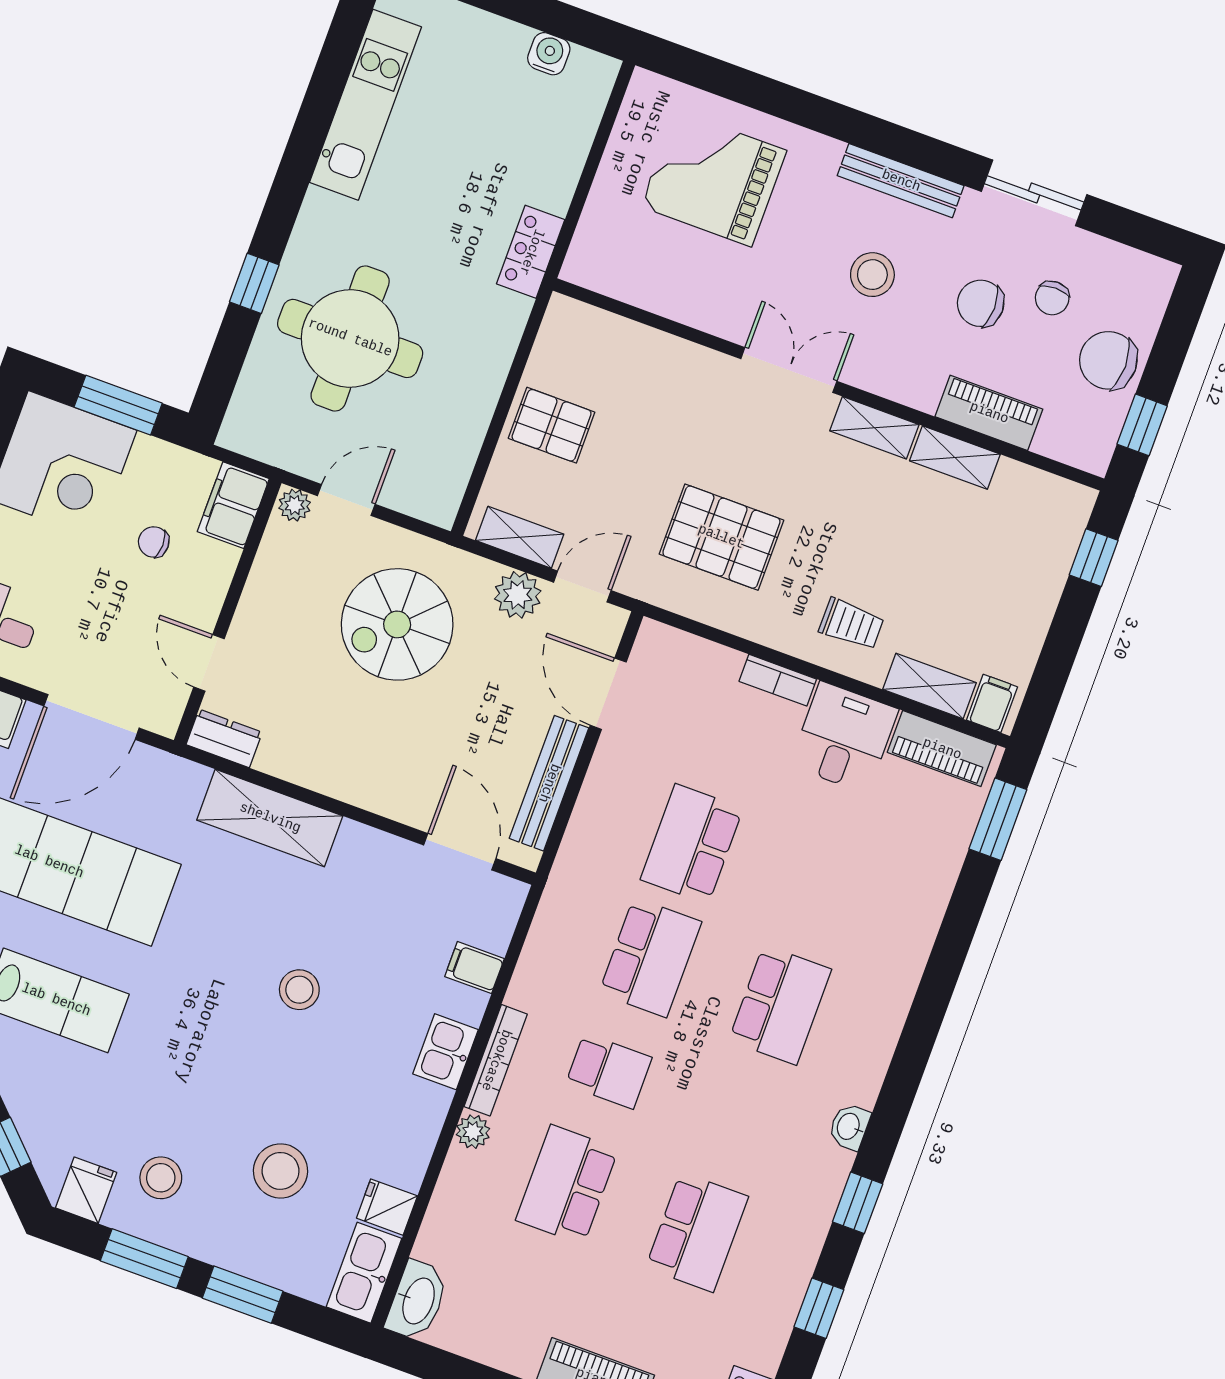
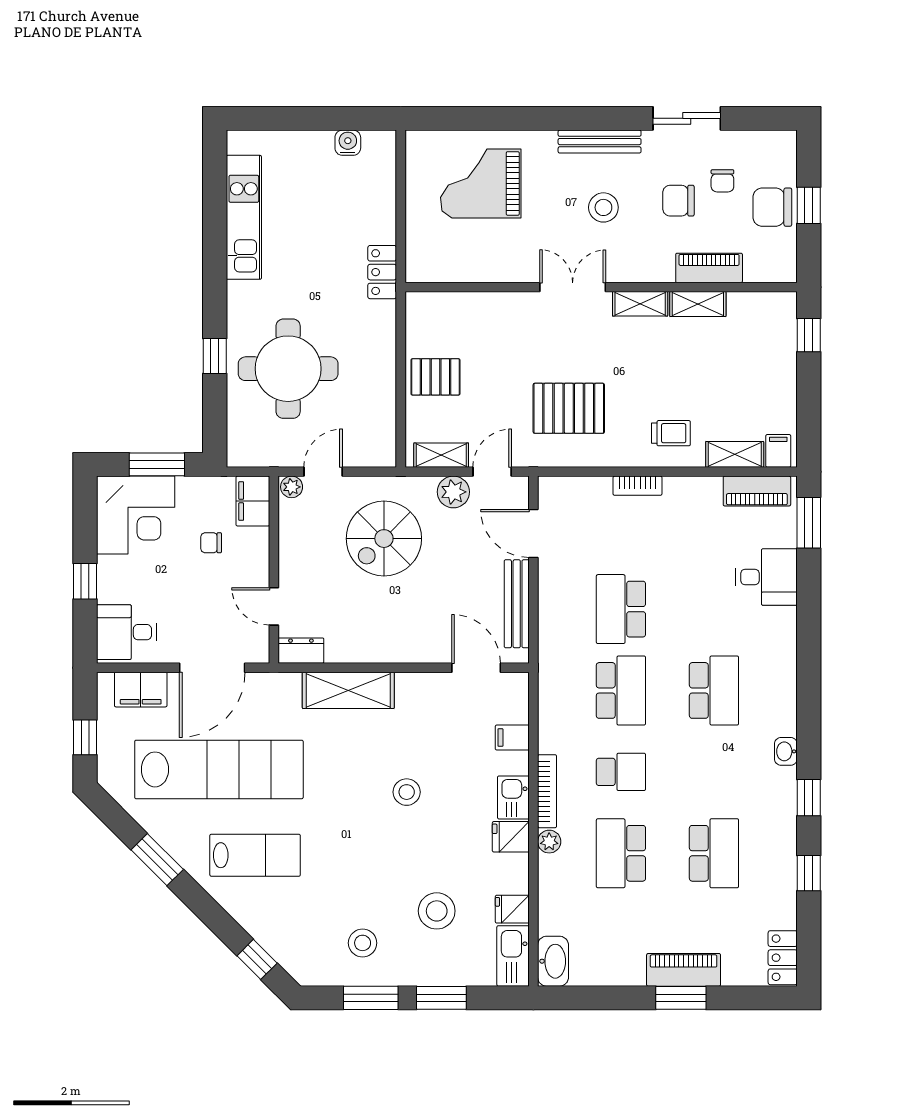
window: (1142, 425) -> (809, 205), moved
desk: (844, 738) -> (767, 577), moved, turned 90
fridge: (86, 1190) -> (511, 837), moved, turned -90

